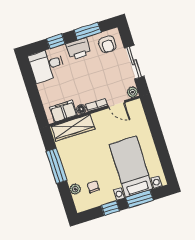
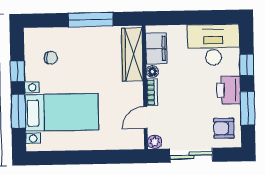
desk: (47, 65) -> (213, 45), width x1.37
plant: (75, 189) -> (54, 34), removed

